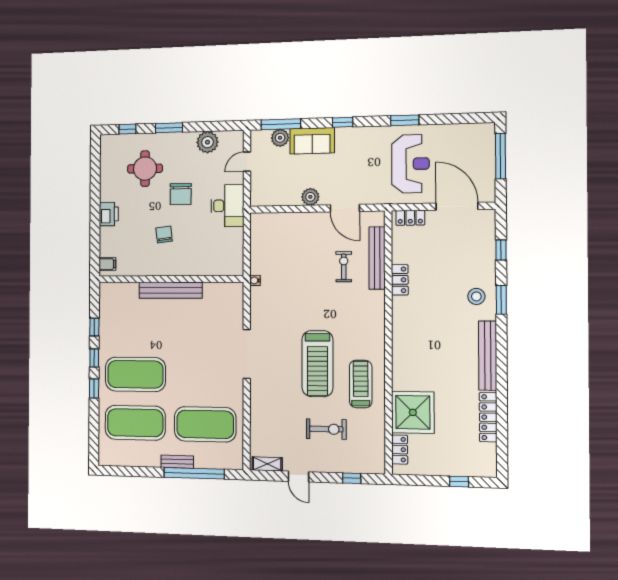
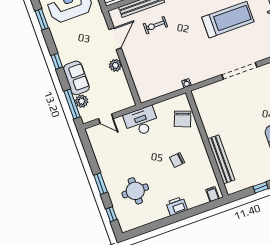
plant: (207, 142) -> (102, 152), removed
chair: (181, 194) -> (183, 119), moved, turned 111
bench: (171, 290) -> (221, 159), moved

